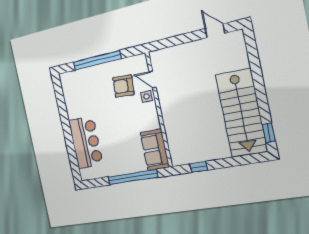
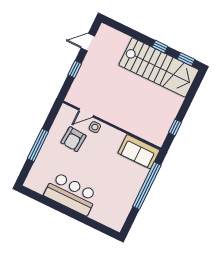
window: (182, 39) -> (75, 69), added
window: (97, 60) -> (38, 145), width x0.68
window: (262, 100) -> (160, 47), added
bar counter: (86, 142) -> (71, 194), moved

